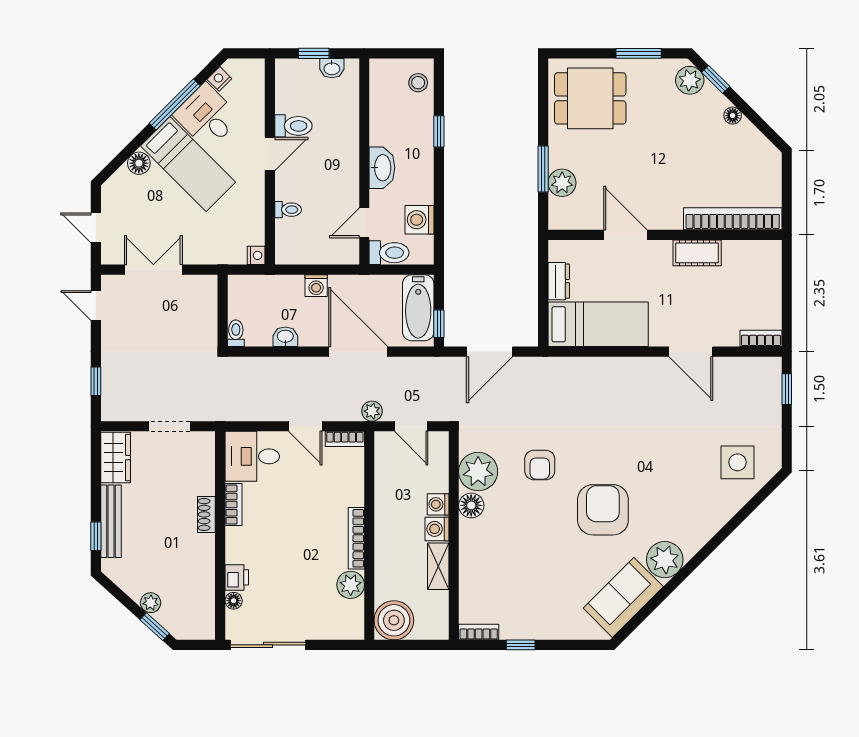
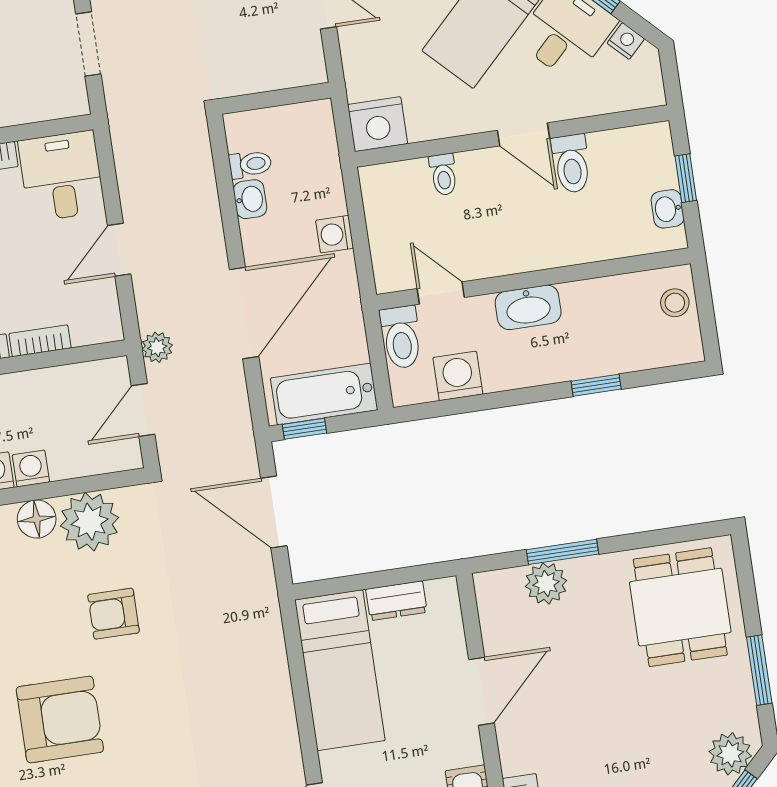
stool: (418, 83) -> (675, 303), moved
nightstand: (256, 255) -> (378, 124), width x1.89, depth x1.79
toilet: (236, 333) -> (250, 164), moved
bookcase: (345, 439) -> (40, 341), moved, turned 90

